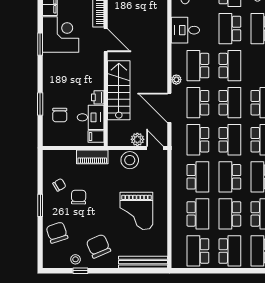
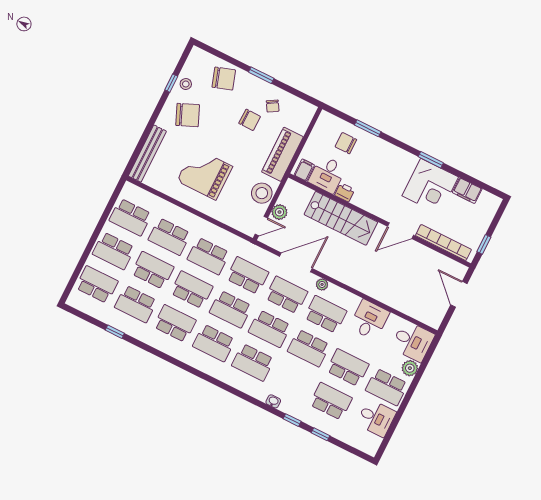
piano: (92, 157) -> (282, 154), width x1.37, depth x1.33
school desk: (198, 251) -> (130, 217), turned 180

